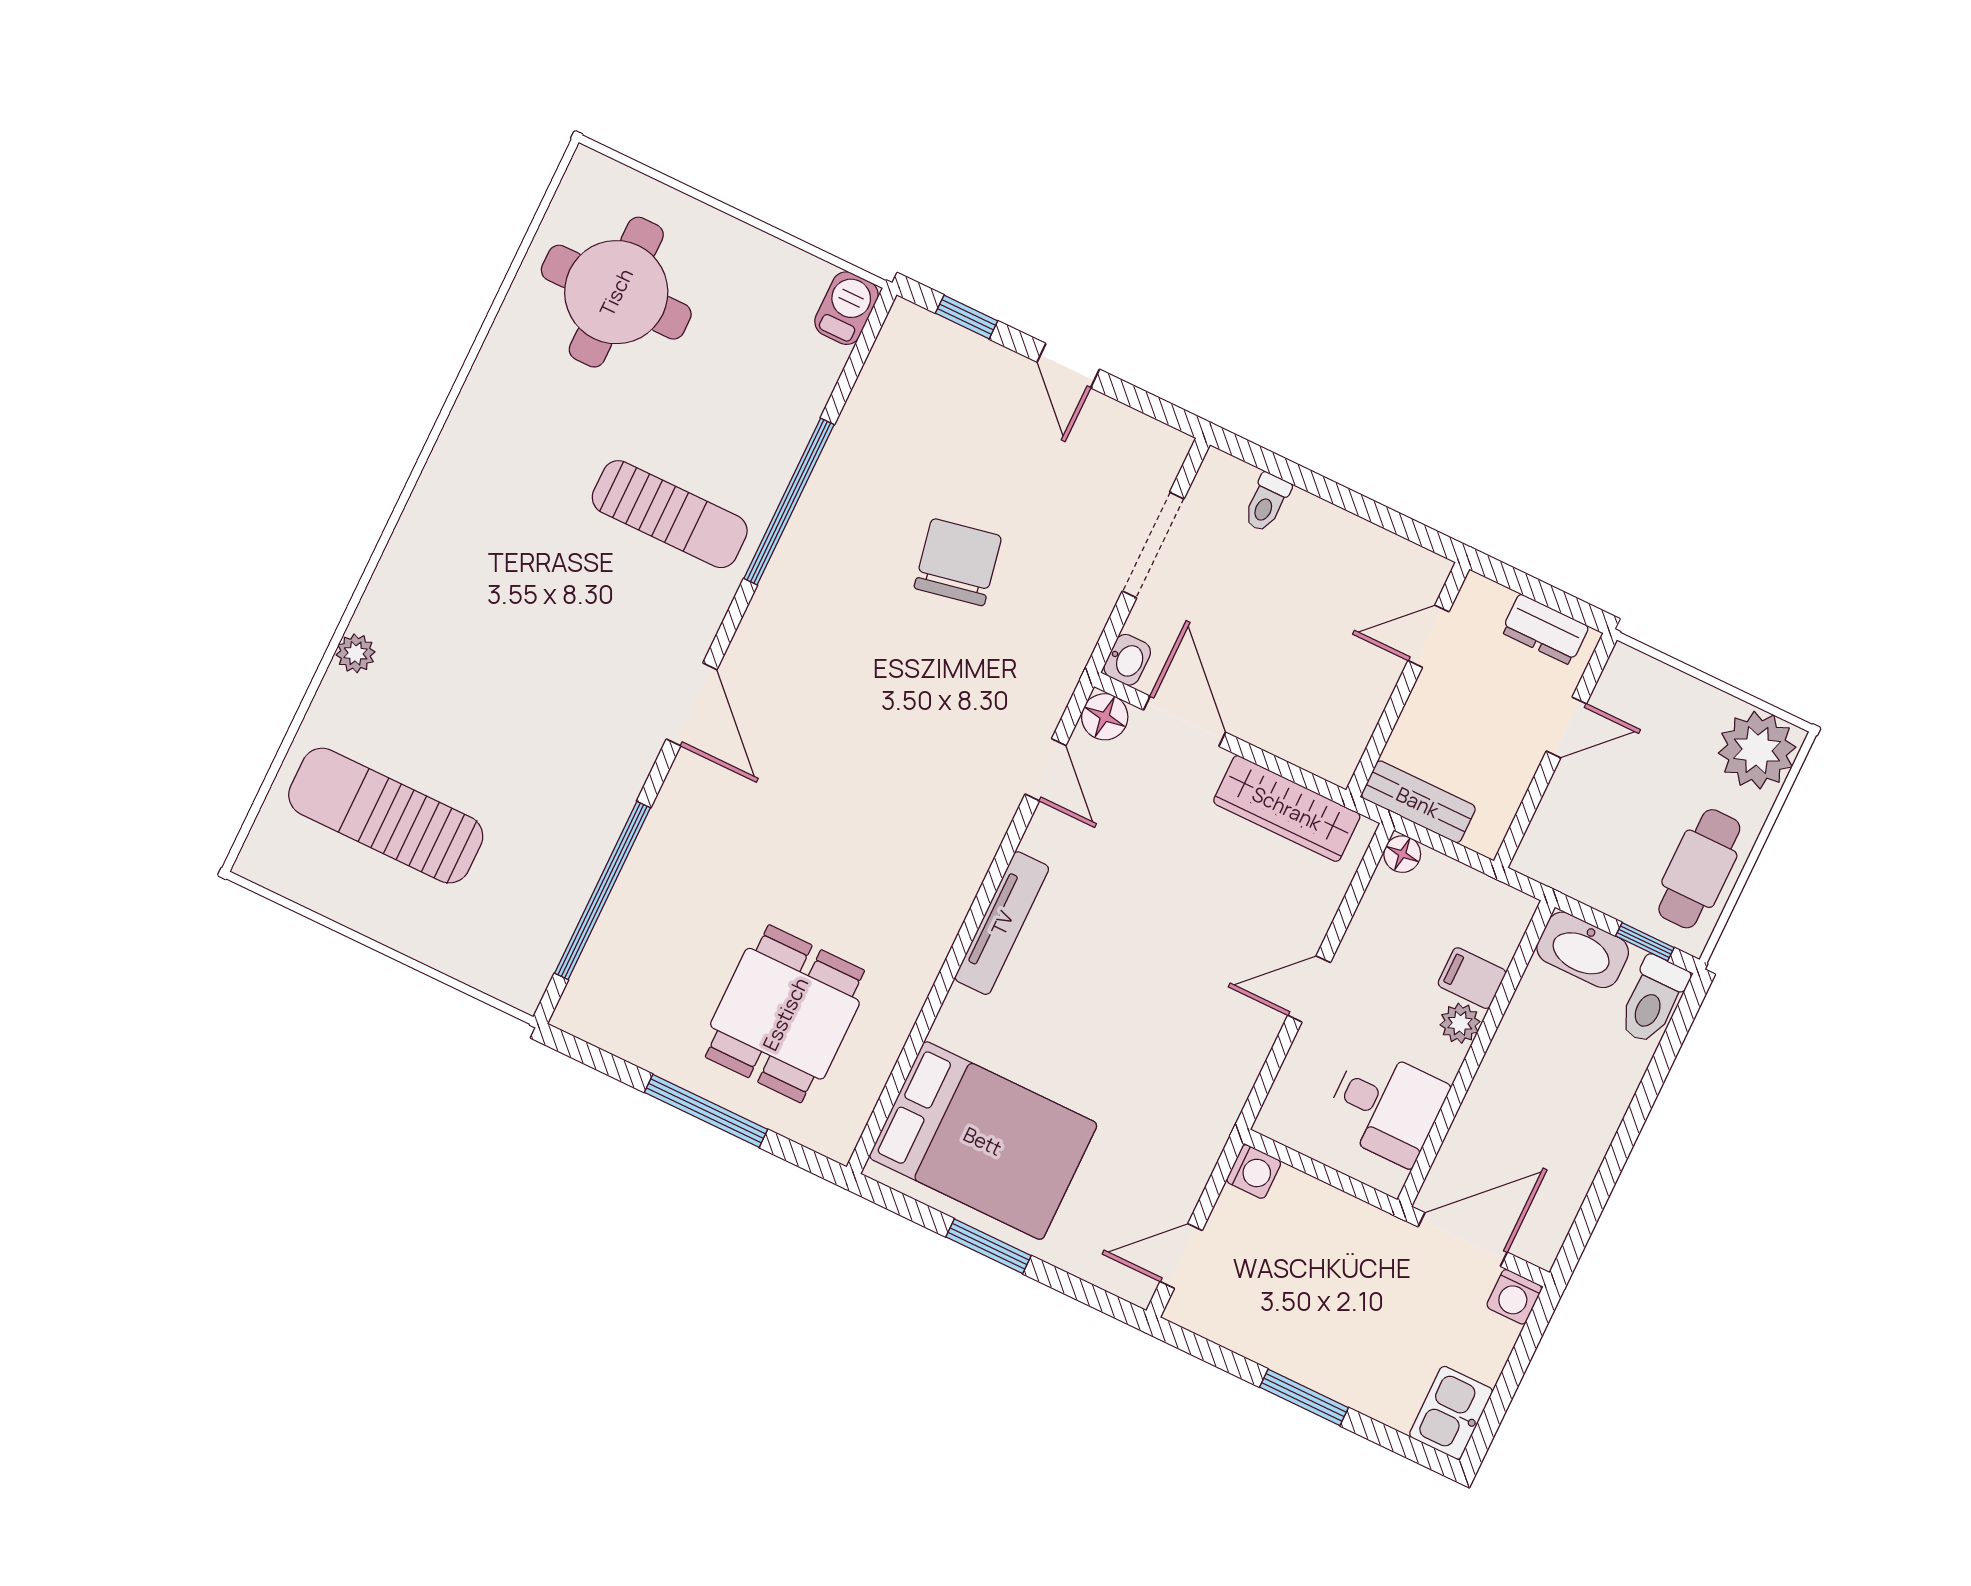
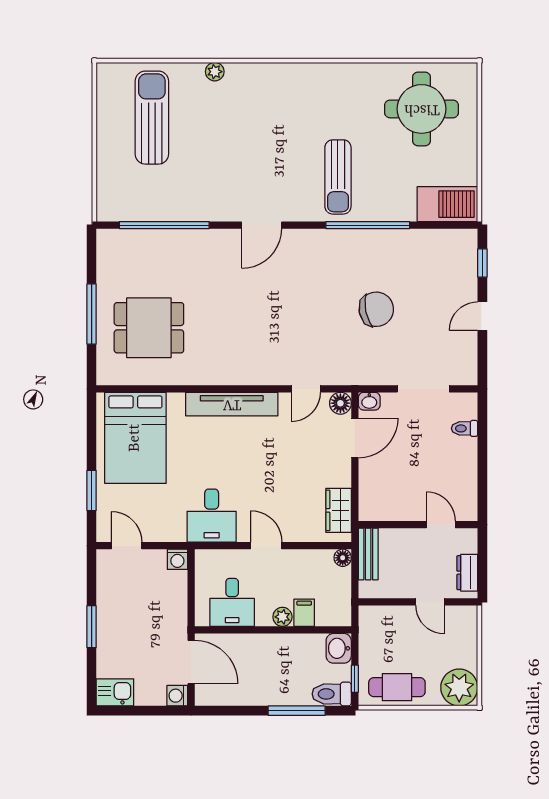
barbecue: (846, 308) -> (447, 204), width x1.88, depth x1.53
wardrobe: (1287, 808) -> (339, 510), width x0.67
tv unit: (1002, 923) -> (232, 404), width x1.36, depth x1.29
washbasin: (1583, 950) -> (339, 648), width x0.72
desk: (1201, 1066) -> (212, 516), added
window: (1652, 1082) -> (297, 711), added
window: (989, 1246) -> (92, 491), moved

